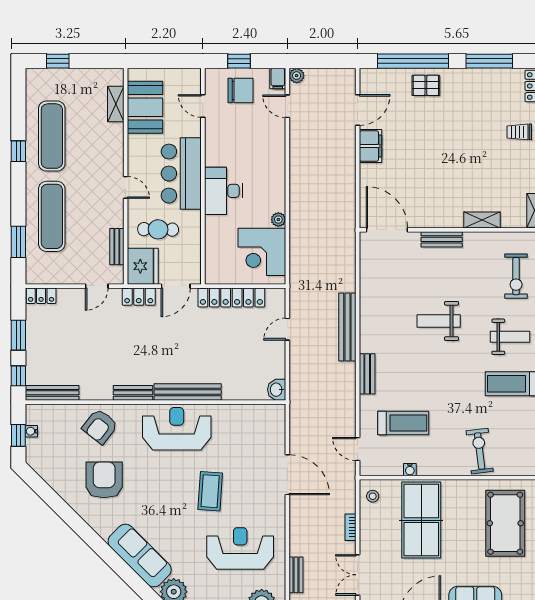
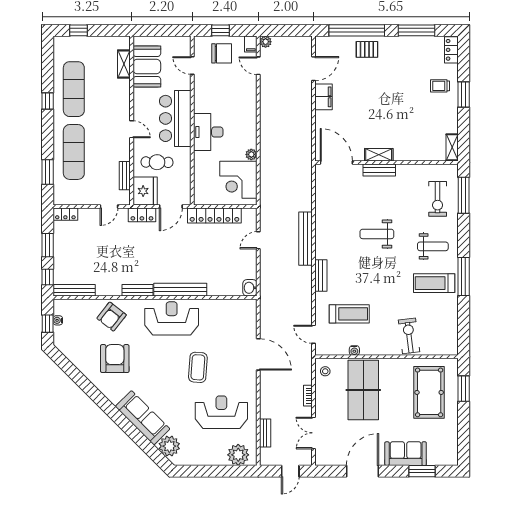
shelving: (482, 220) -> (379, 155), moved

